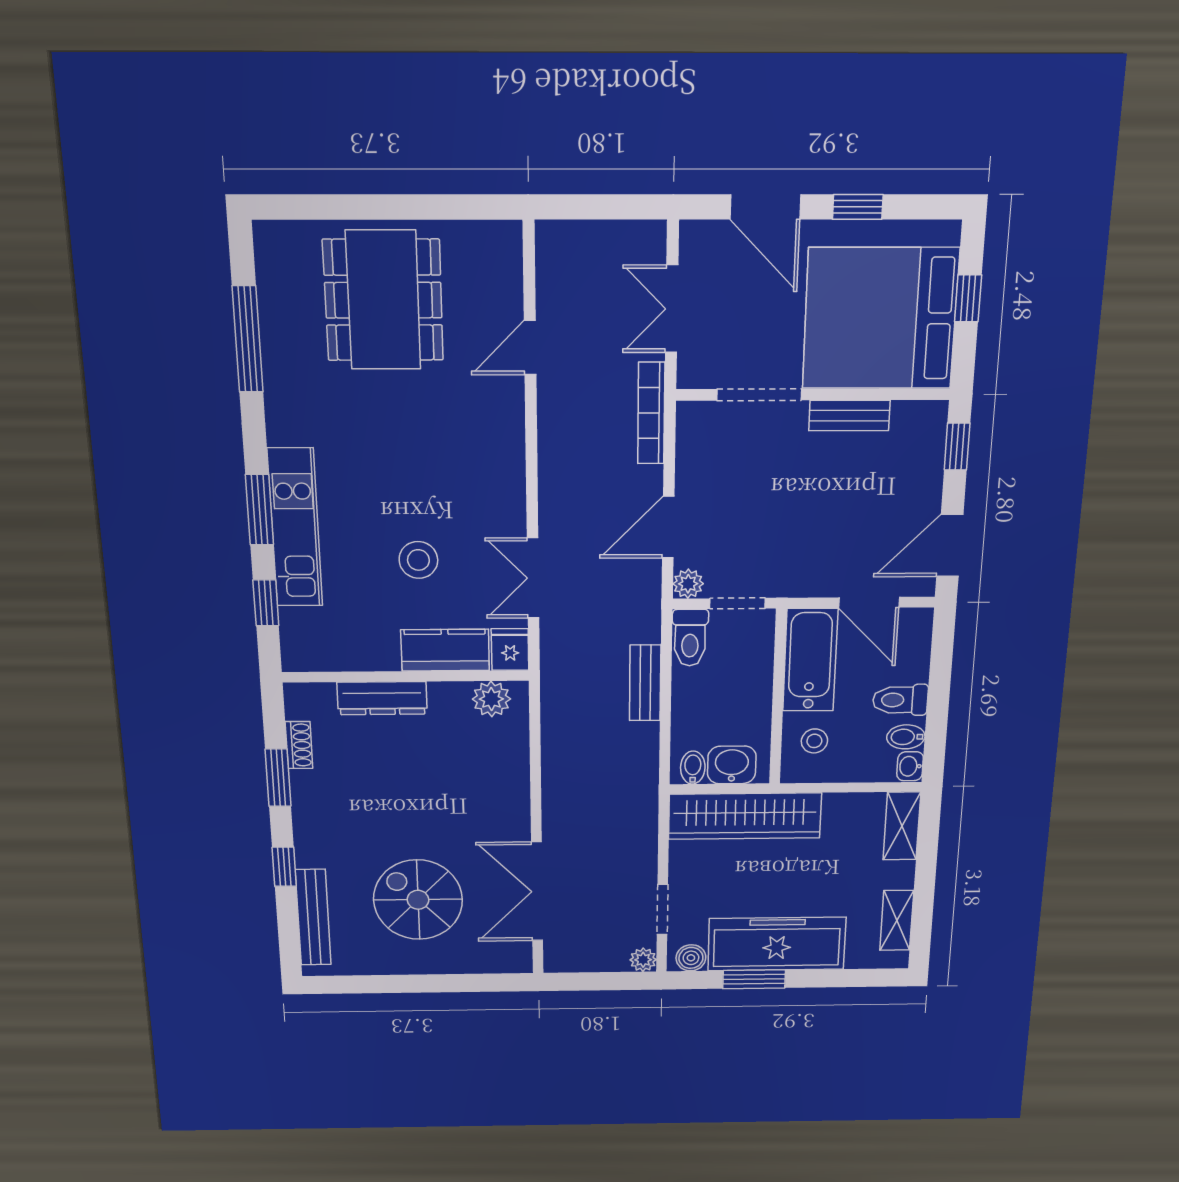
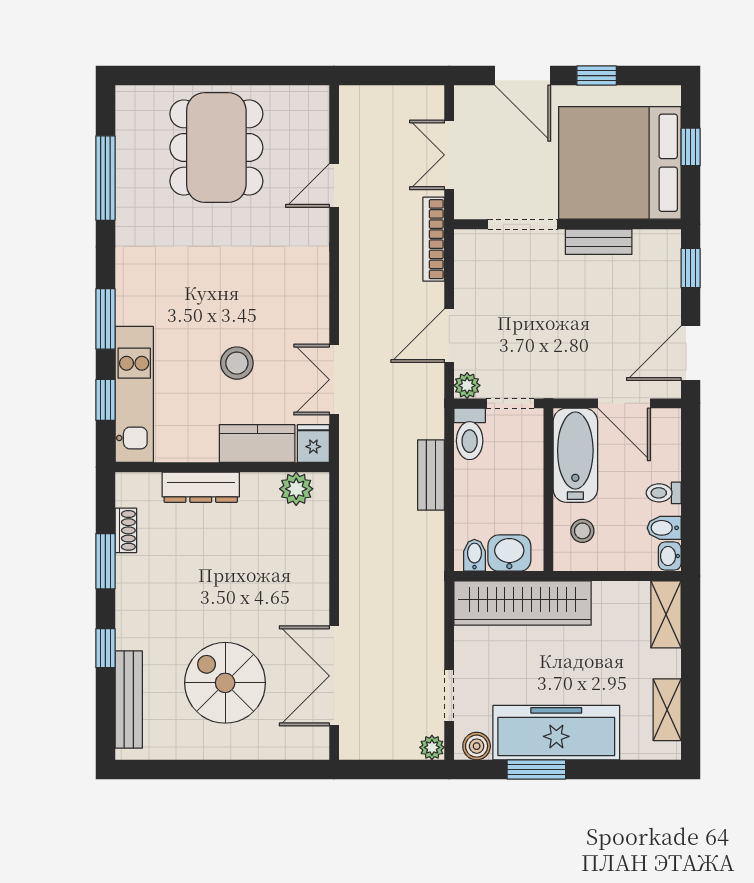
kitchen unit: (295, 528) -> (134, 394), moved
toilet: (900, 700) -> (664, 493), width x0.73, depth x0.72

